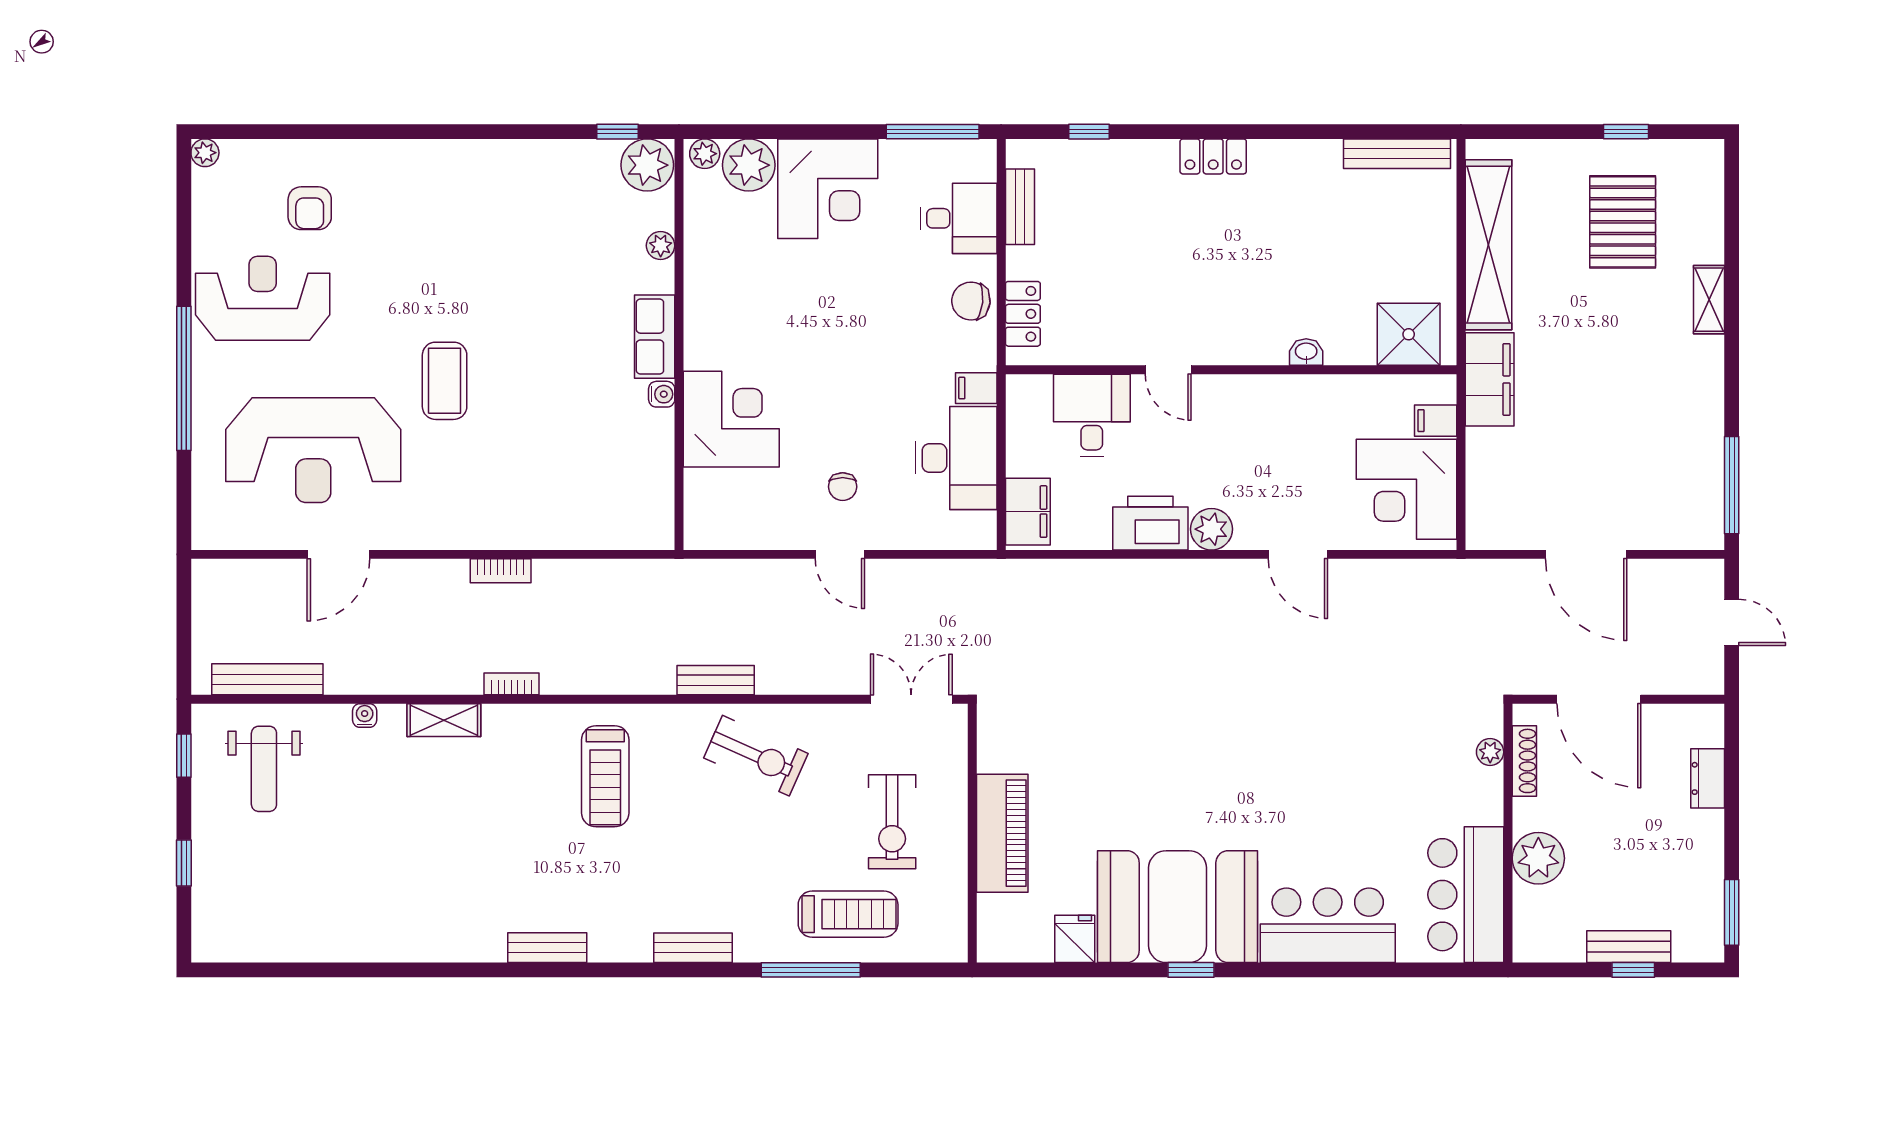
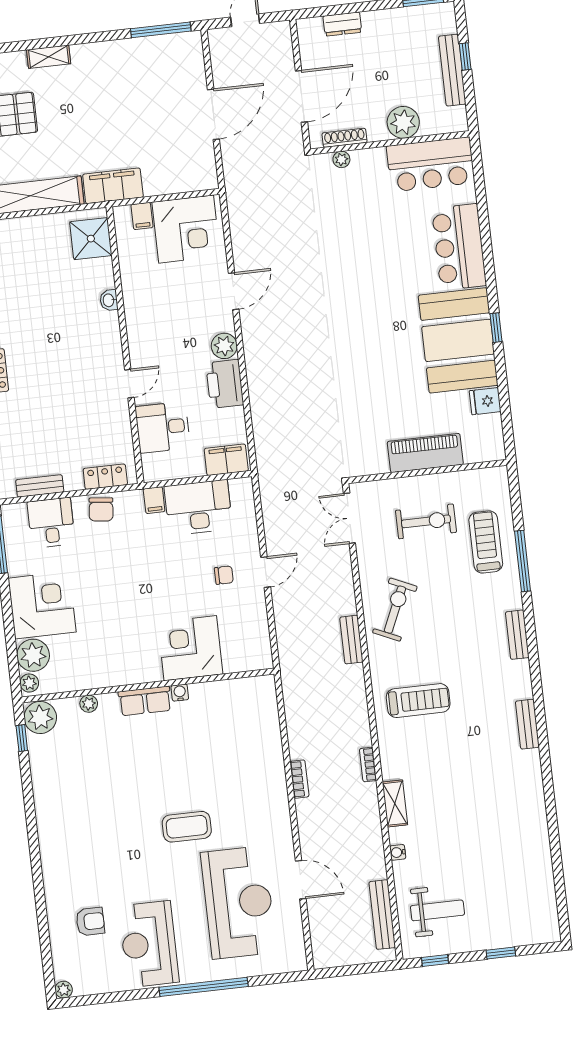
bench: (1629, 947) -> (452, 70), width x1.36

